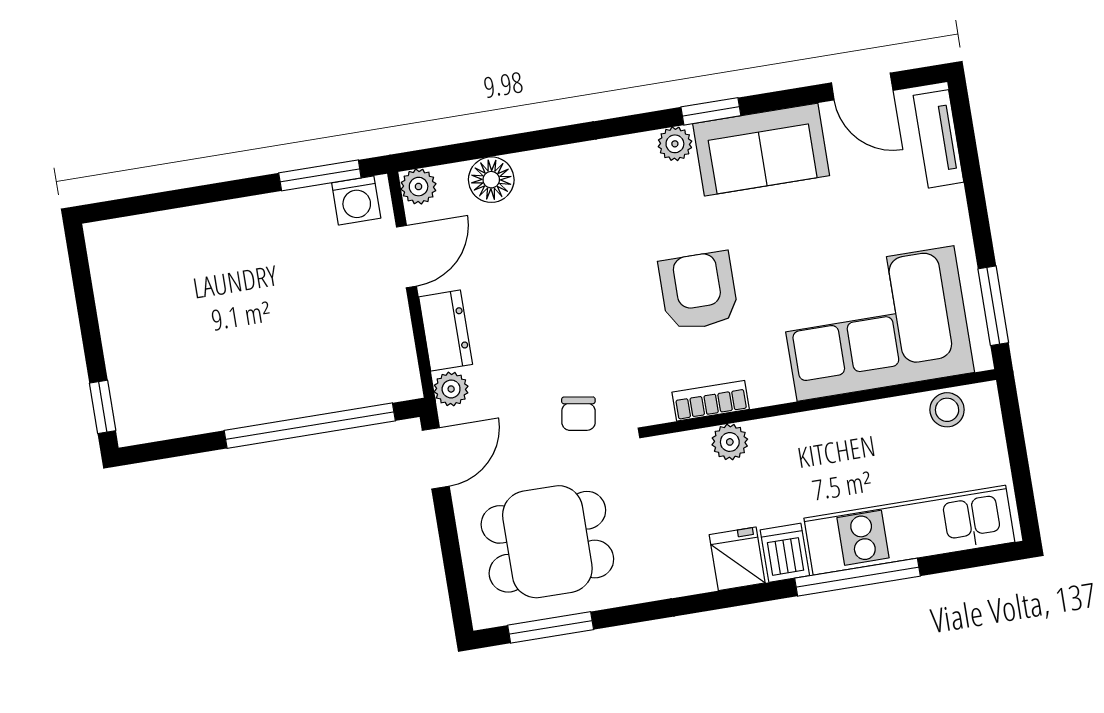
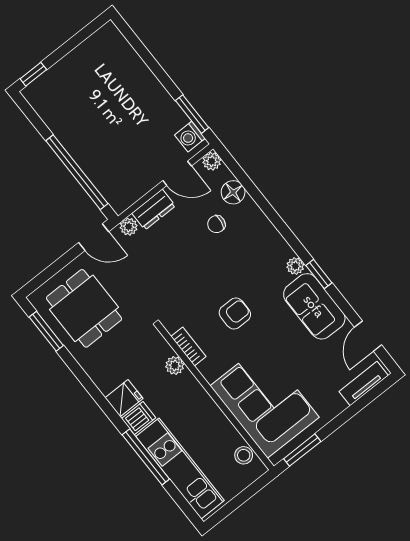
armchair: (698, 291) -> (235, 314), width x0.72, depth x0.72
chair: (578, 414) -> (216, 224), moved

